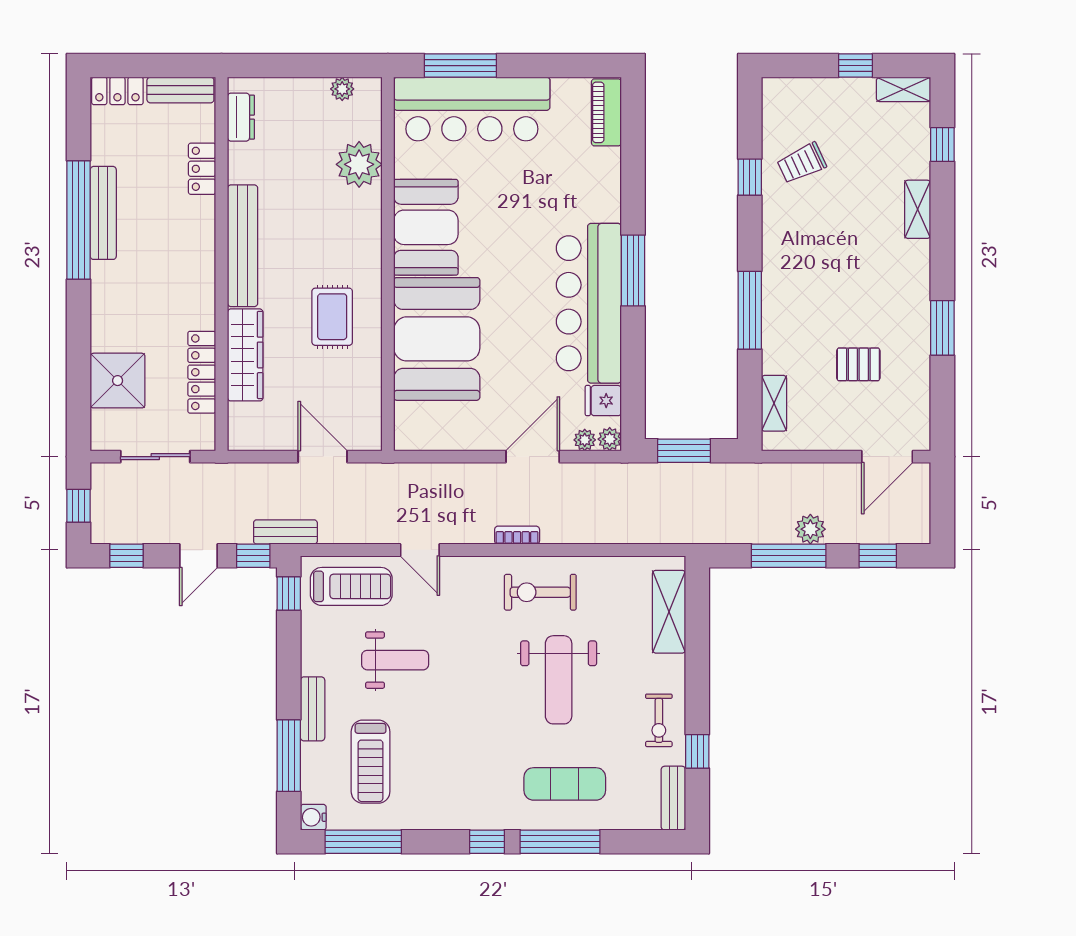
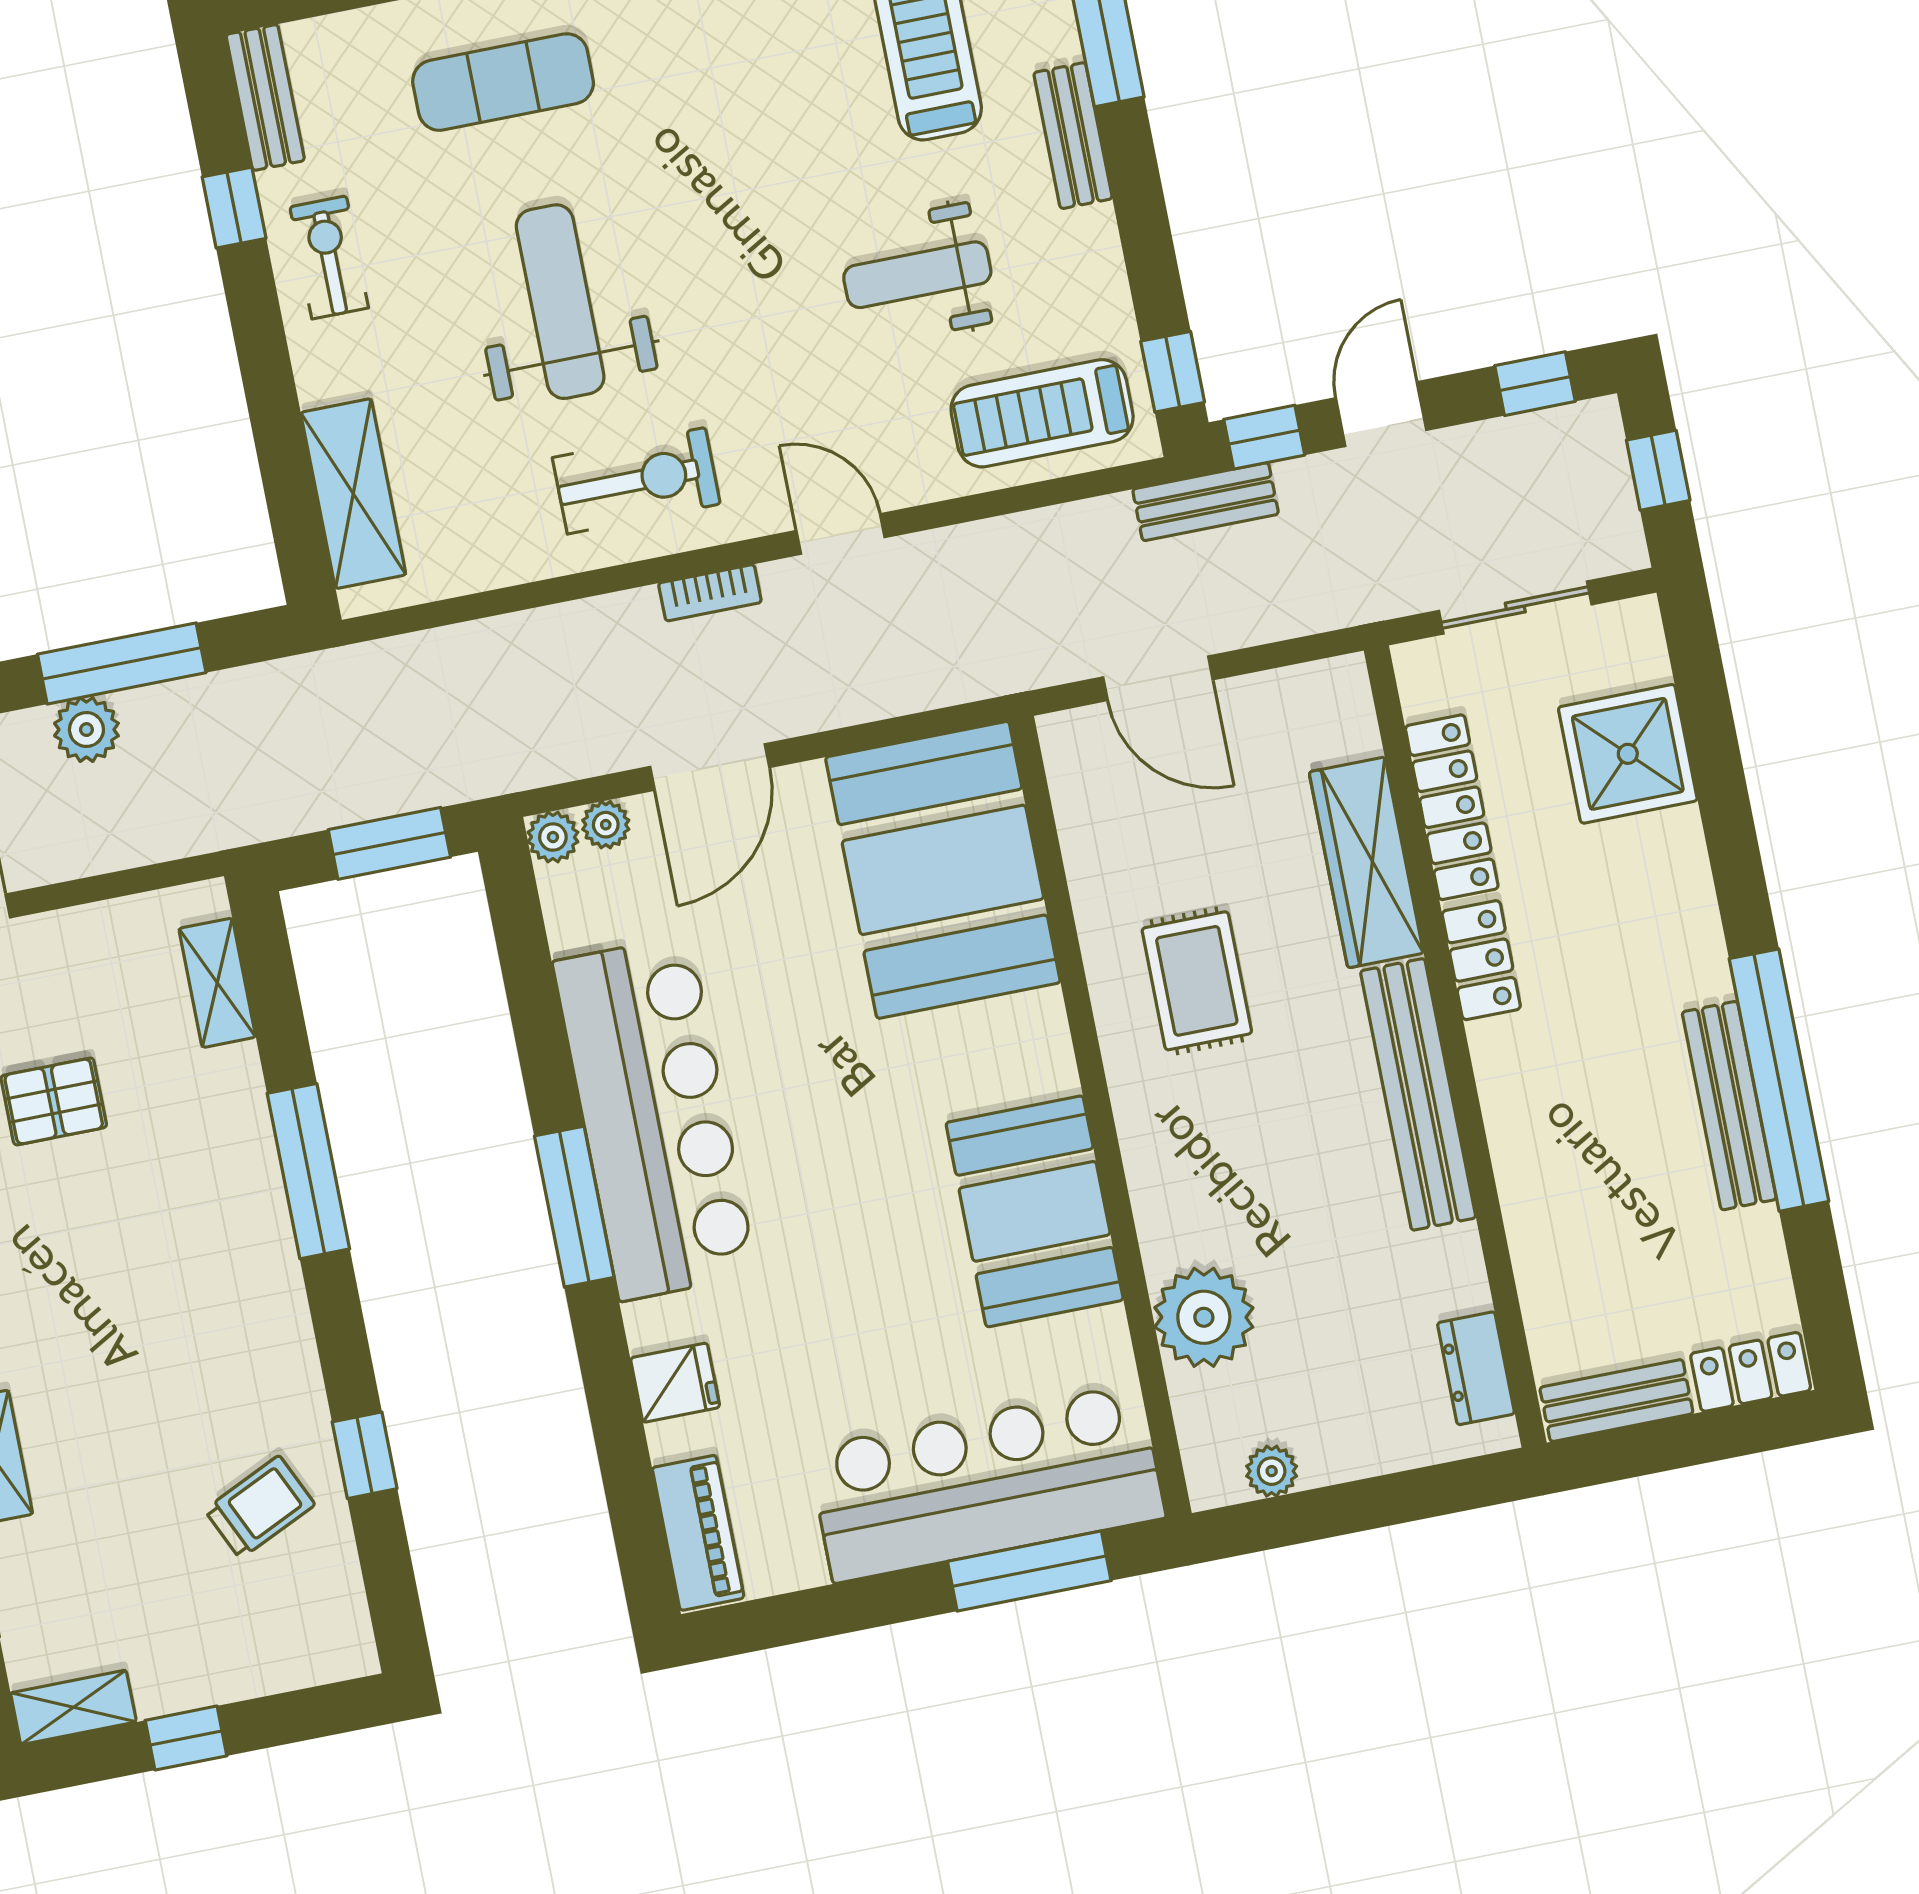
locker: (202, 169) -> (1481, 960), moved
booth: (437, 339) -> (943, 870), moved
fridge: (603, 401) -> (675, 1383), moved
door: (420, 550) -> (840, 534), moved

